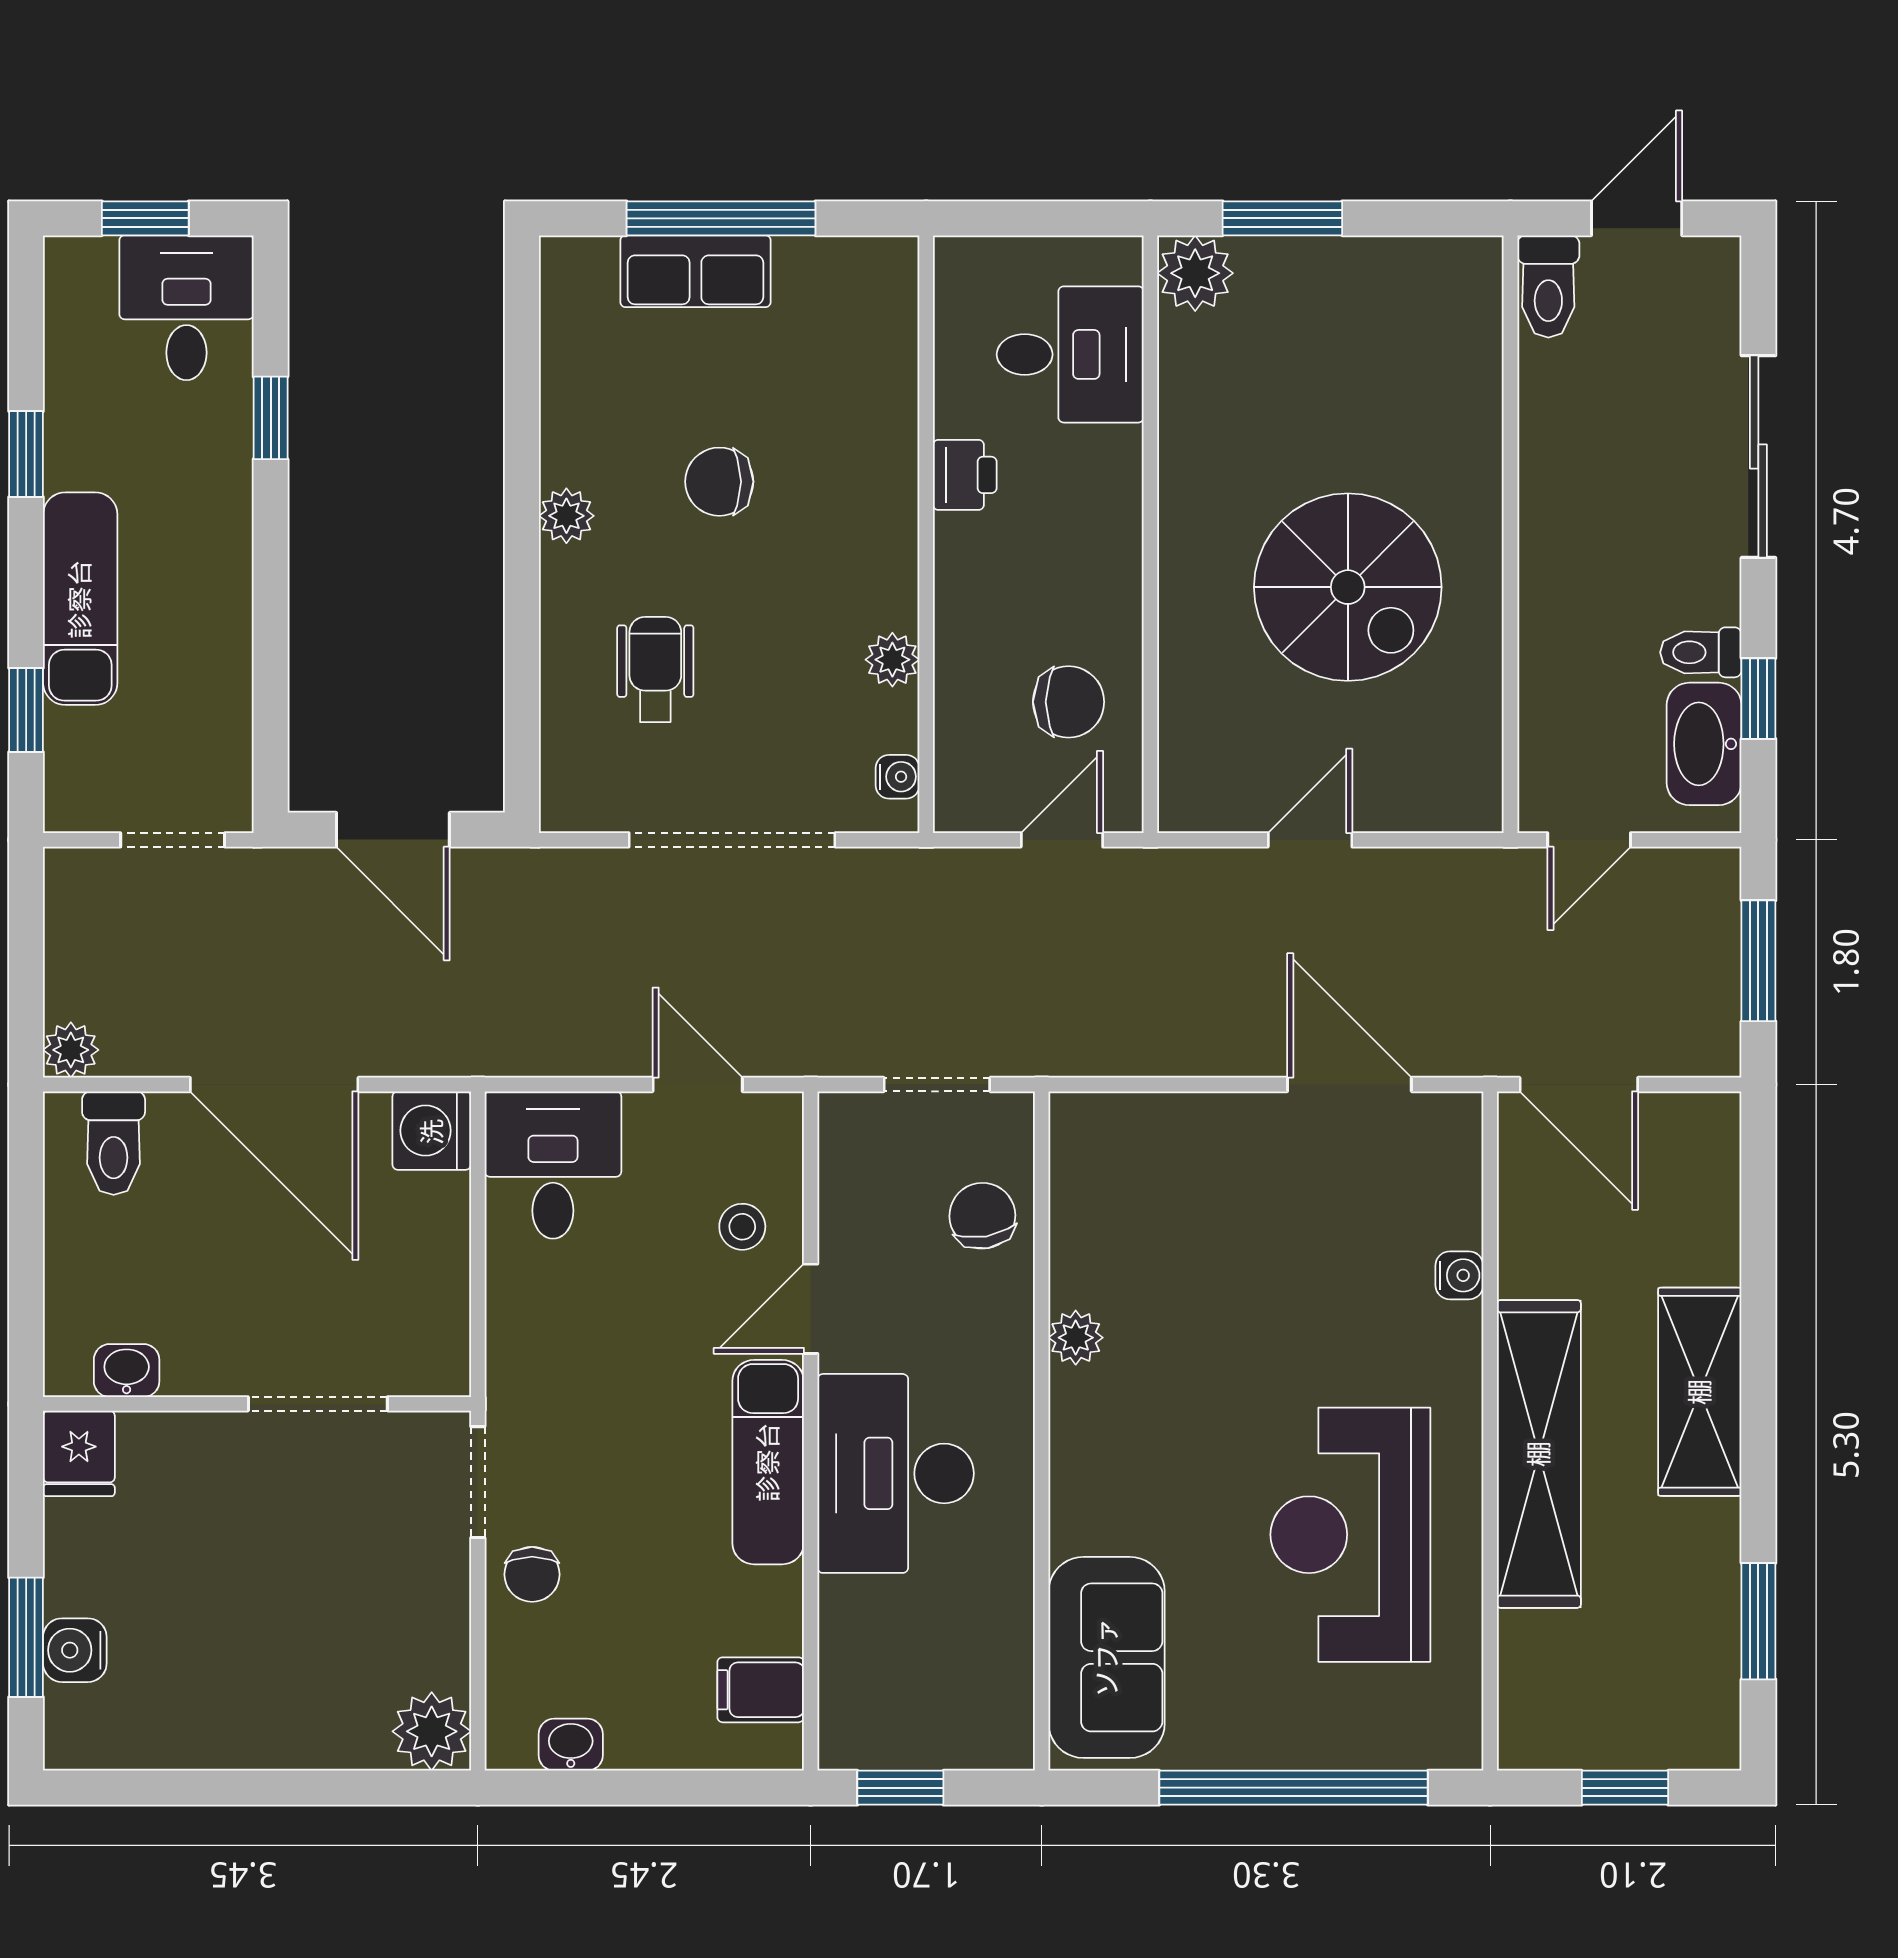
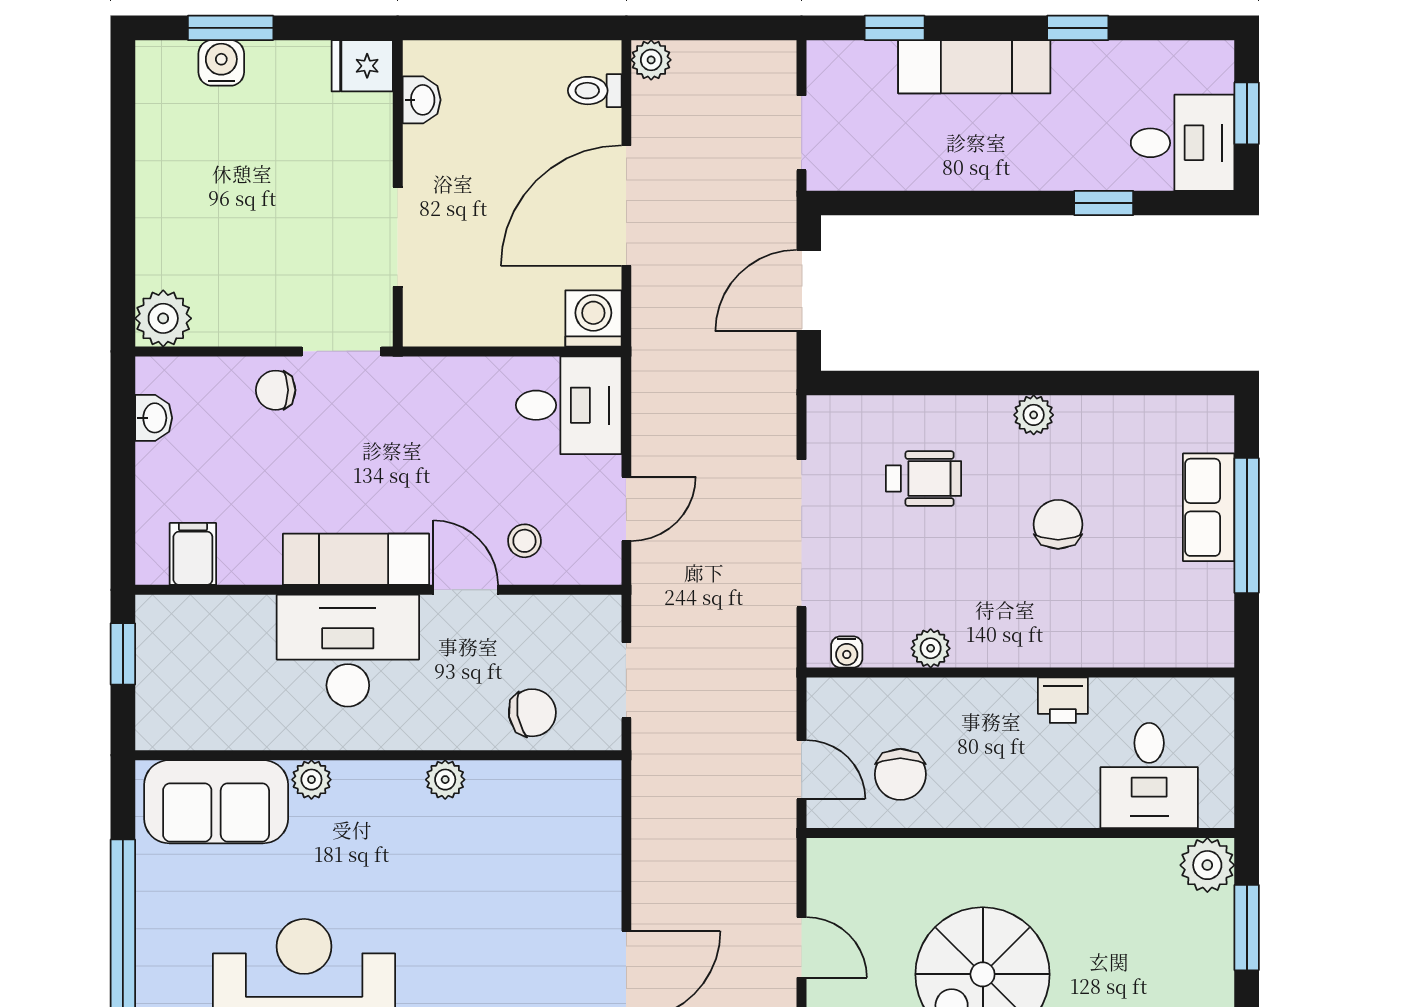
toilet: (114, 1143) -> (595, 91), width x0.73, depth x0.72
plant: (1076, 1524) -> (311, 780), added

